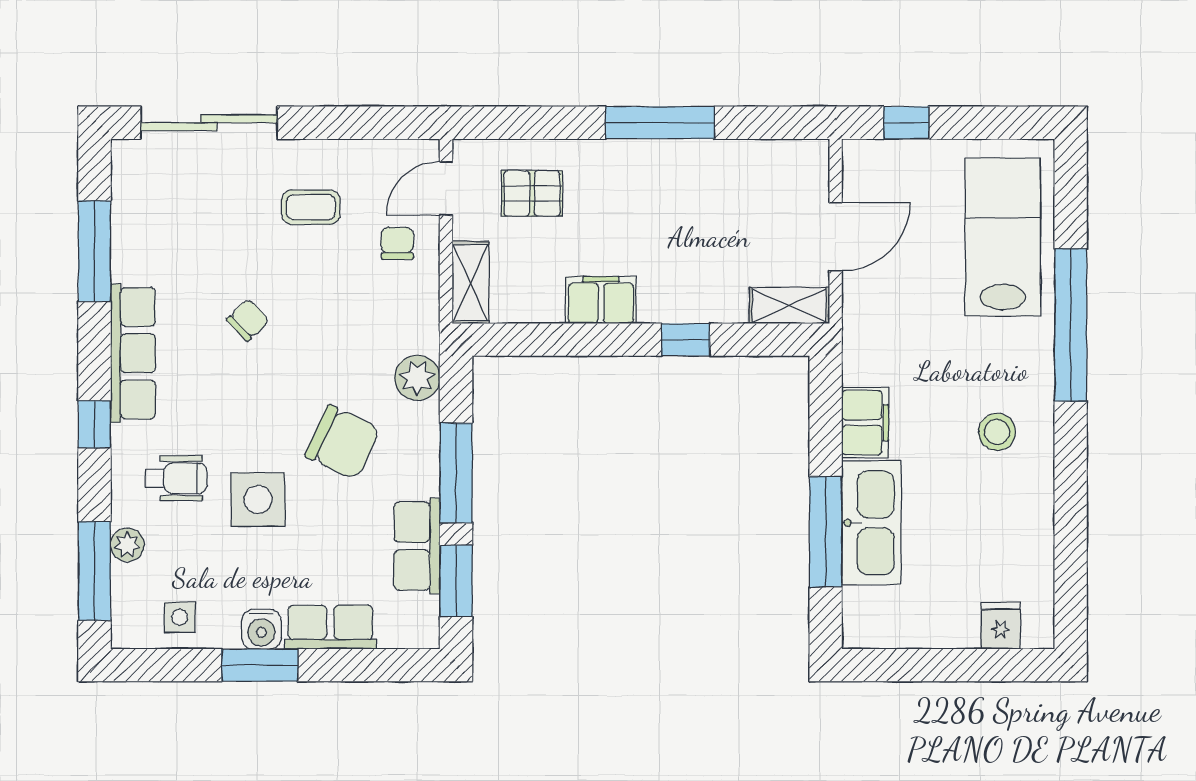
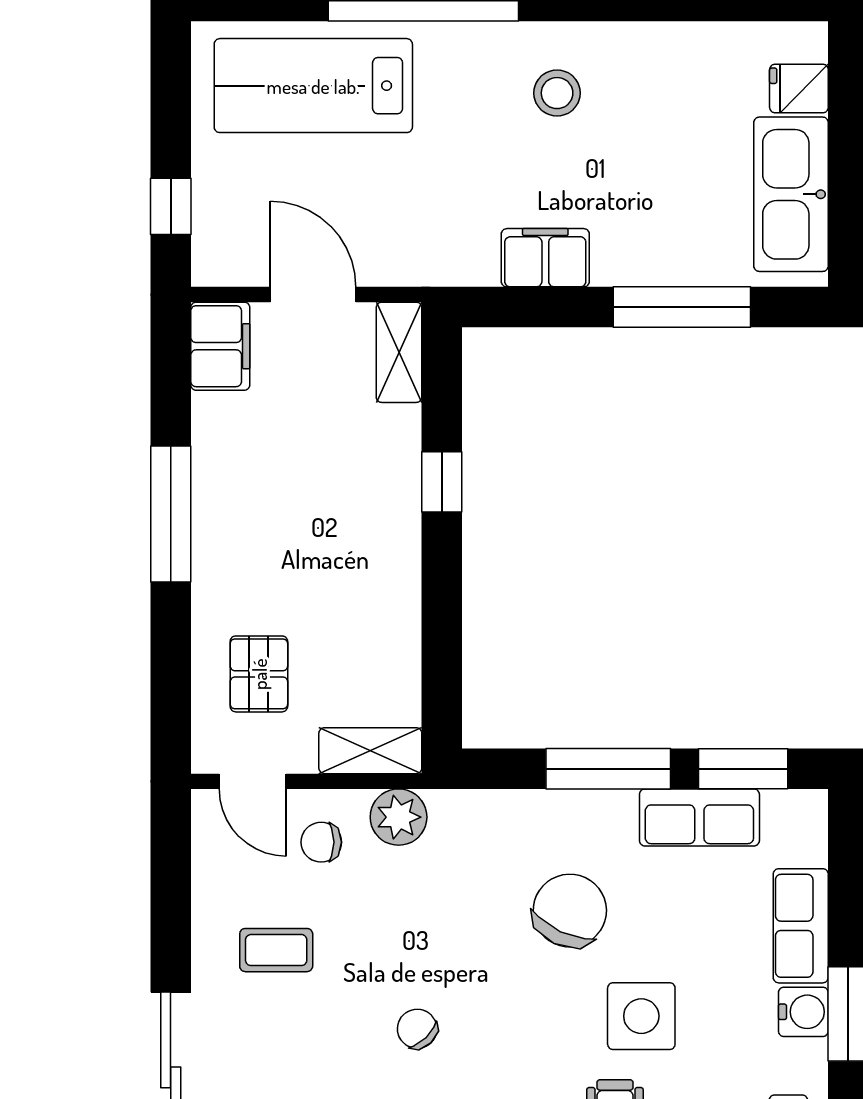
coffee table: (311, 207) -> (276, 950), turned 90
filing cabinet: (601, 300) -> (220, 346), moved, turned 180
plant: (417, 378) -> (399, 817), moved
kitchen sink: (871, 523) -> (791, 194), moved, turned -90

